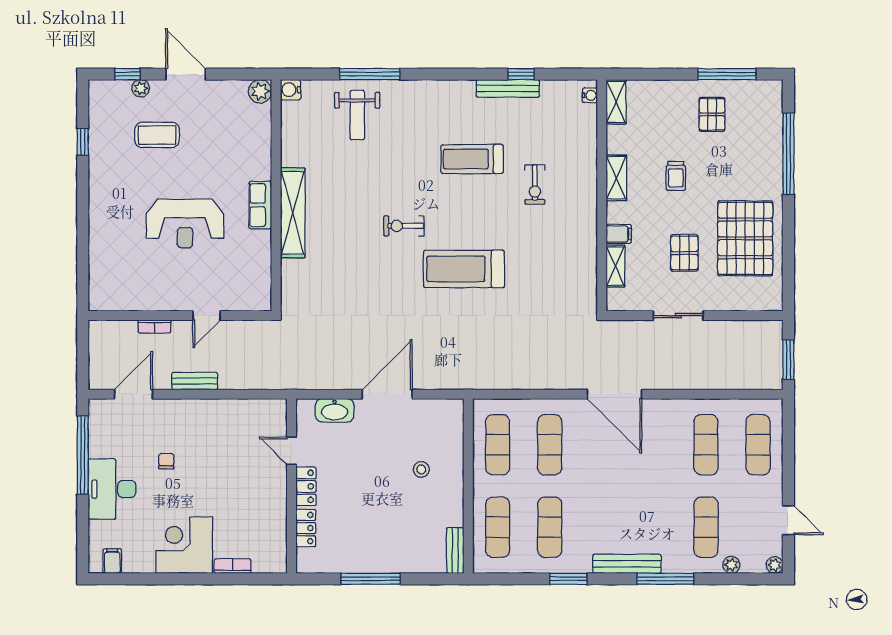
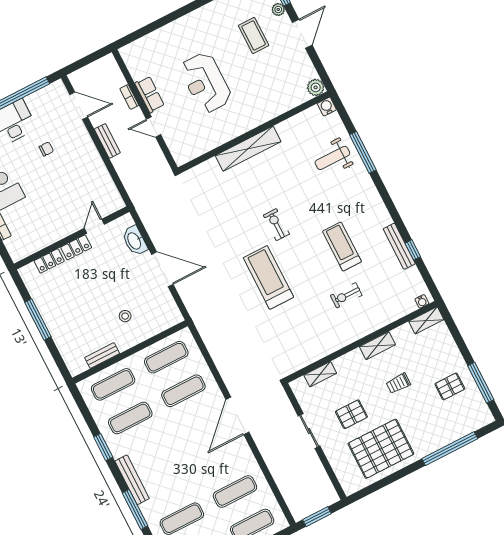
row of seats: (260, 205) -> (150, 94), moved, turned 90
filing cabinet: (619, 234) -> (342, 366), removed
bench: (455, 550) -> (102, 356), moved

